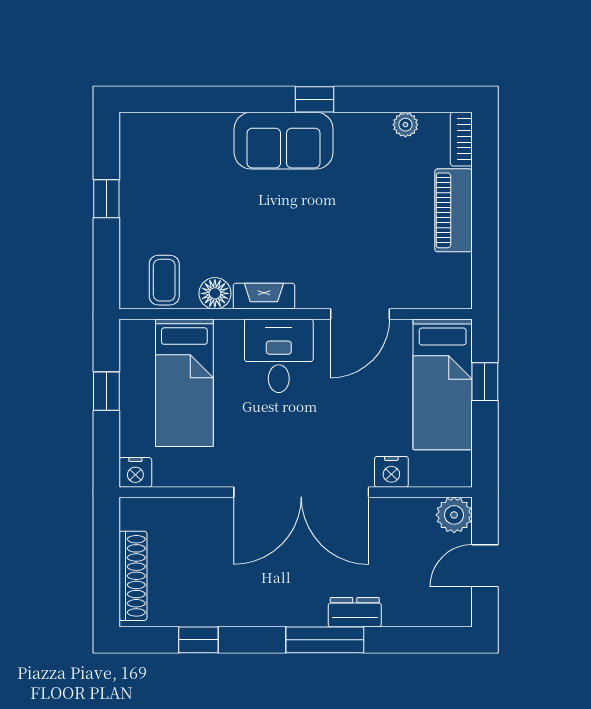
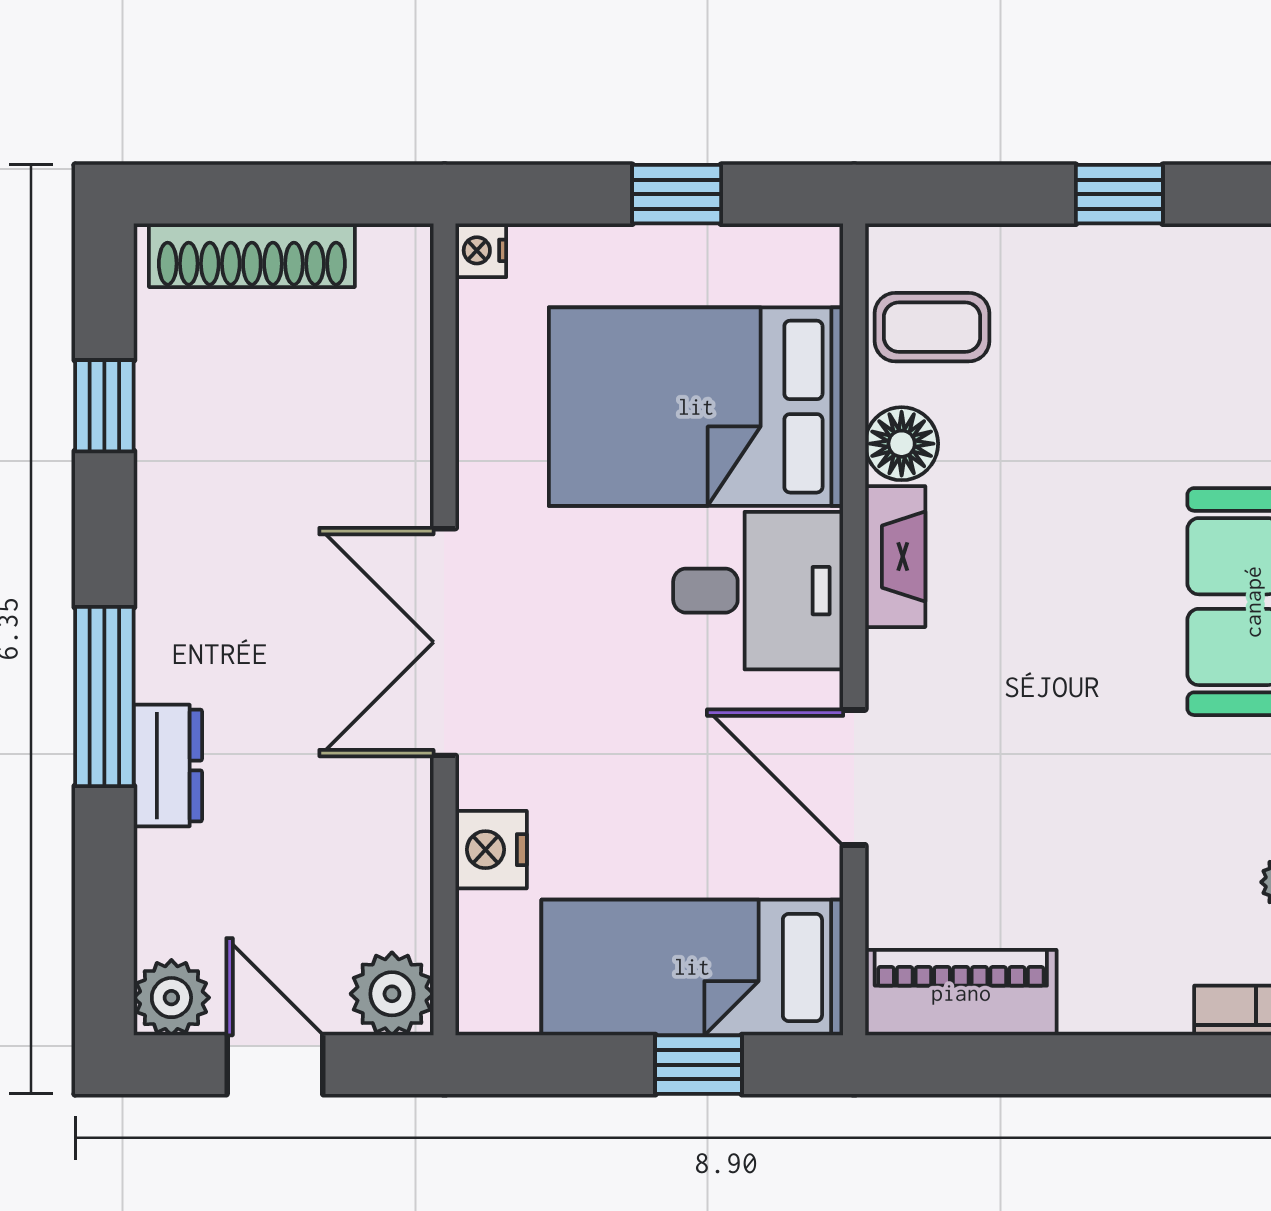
piano: (454, 210) -> (961, 993), moved
bed: (184, 383) -> (696, 407), width x1.50
nightstand: (135, 472) -> (481, 250), width x0.72, depth x0.74
double door: (301, 492) -> (444, 642), width x0.73
plant: (456, 611) -> (171, 998), added

